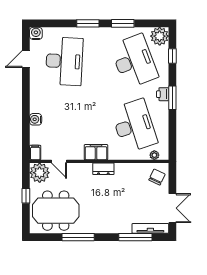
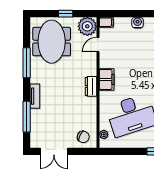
tv unit: (150, 228) -> (35, 96), moved, width x0.71

